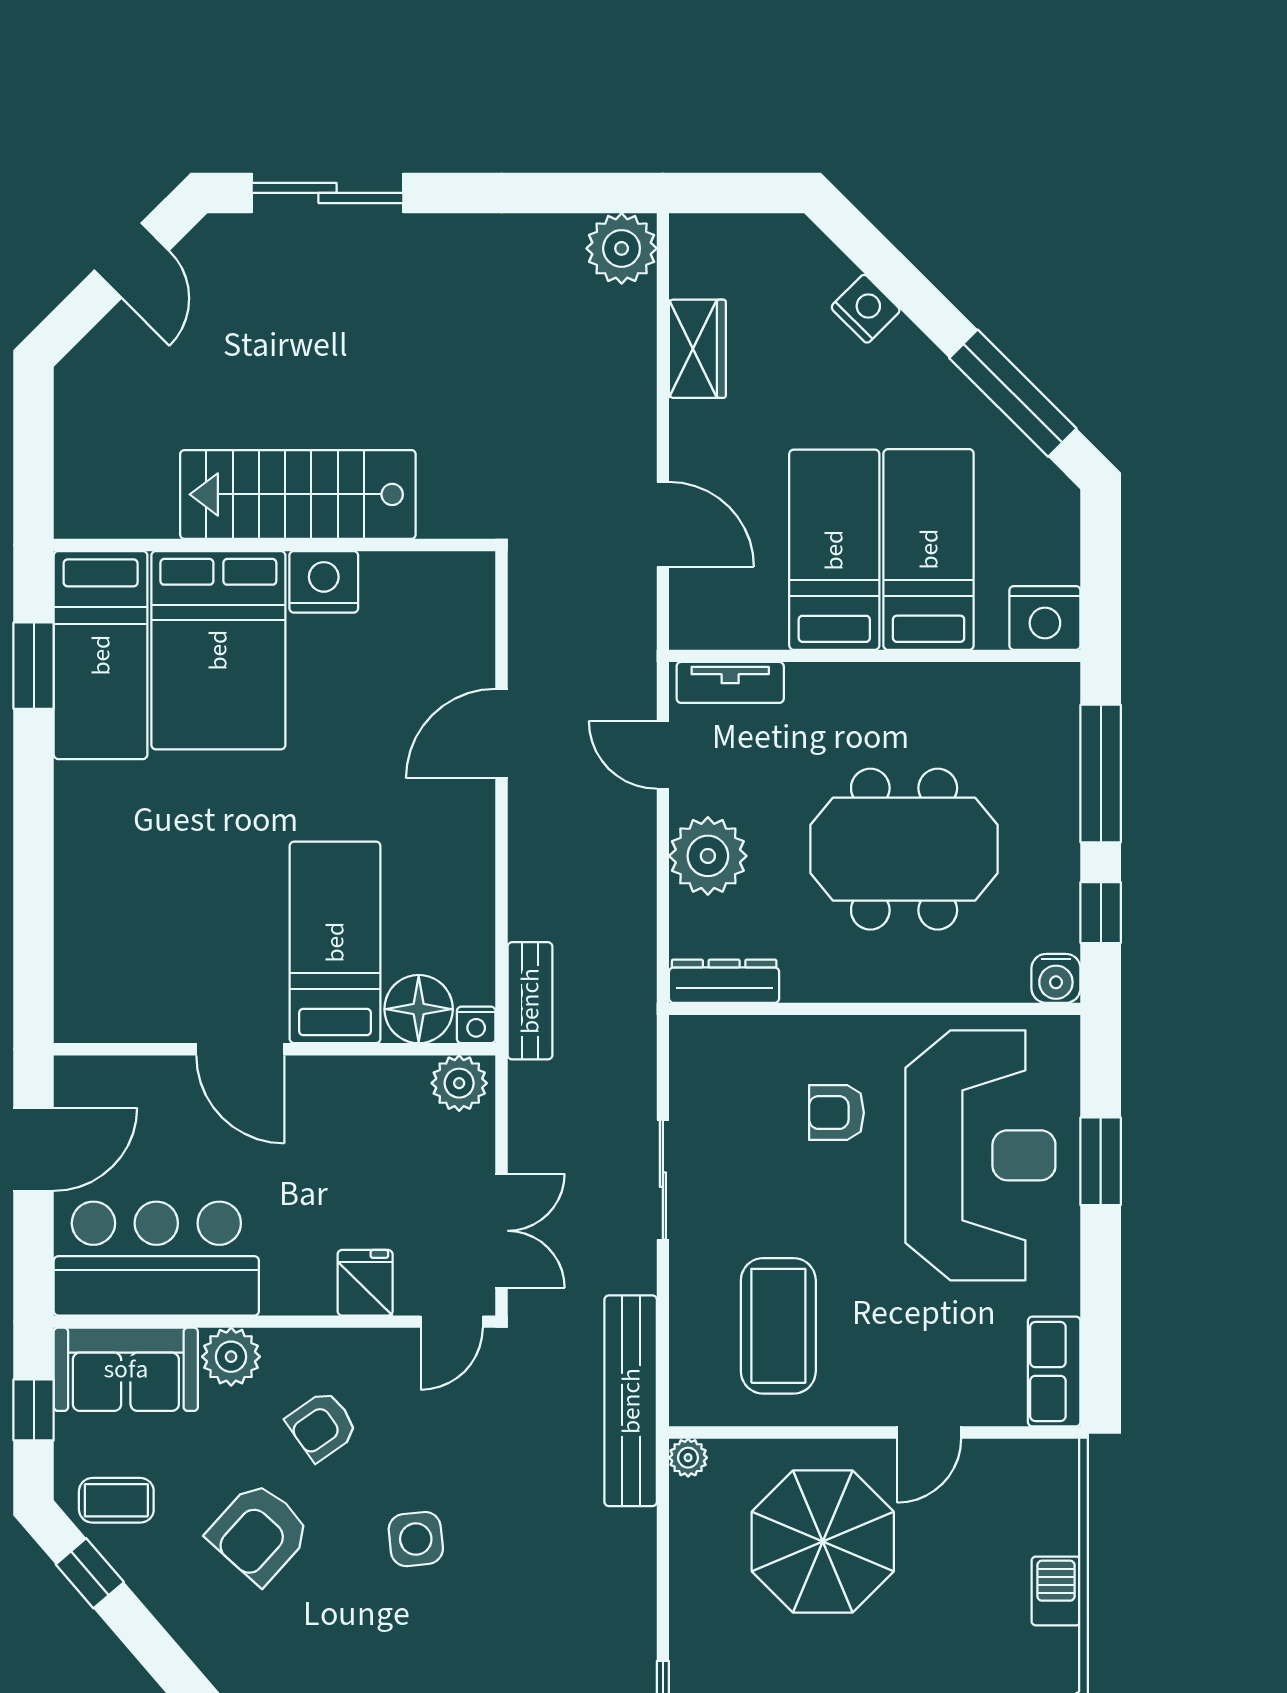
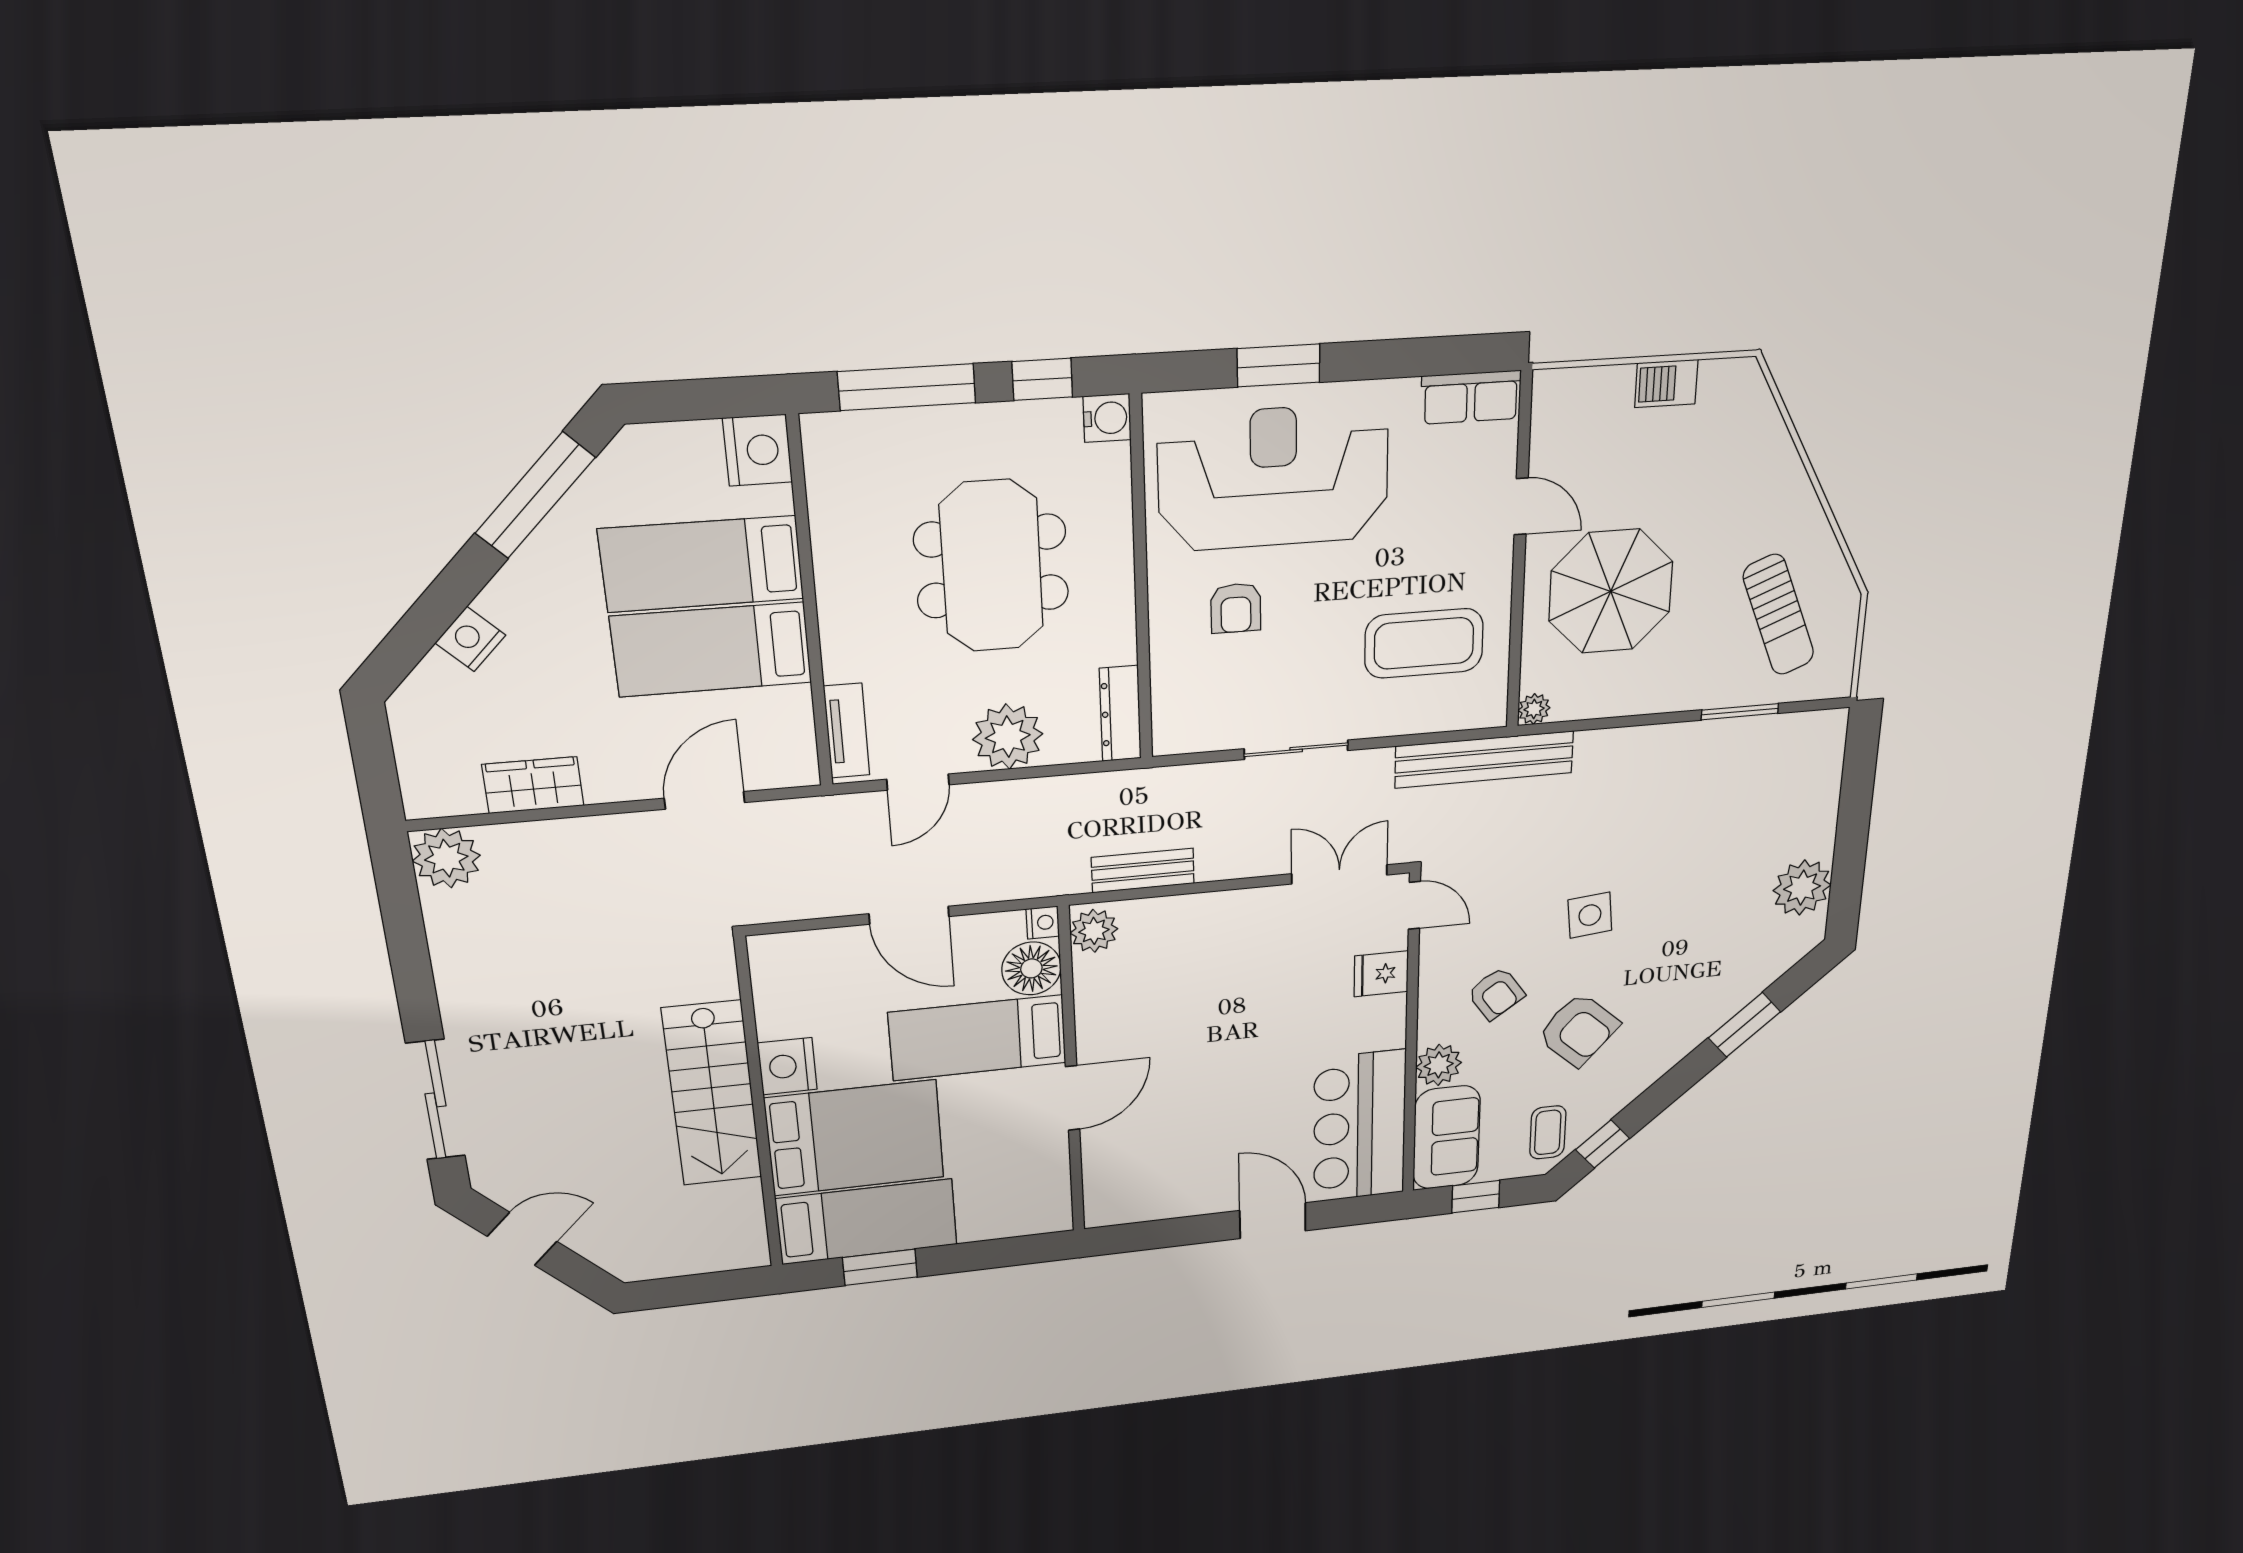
bed: (335, 942) -> (978, 1038), moved
floor lamp: (419, 1009) -> (1031, 968), moved
nightstand: (476, 1025) -> (1043, 923), moved
door: (240, 1049) -> (1073, 1098), moved
wall: (275, 1049) -> (1071, 1073), moved
plant: (459, 1083) -> (1094, 931), moved

